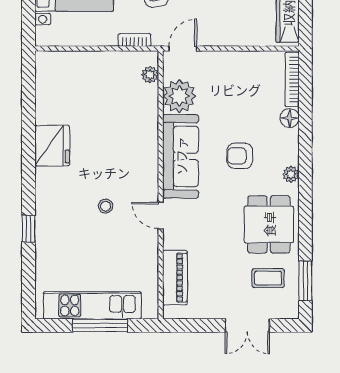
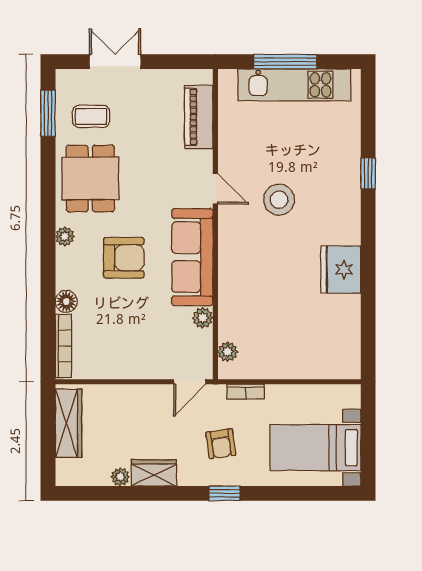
plant: (179, 96) -> (203, 318), width x0.53, depth x0.53
armchair: (240, 156) -> (124, 258), width x1.38, depth x1.38
stool: (106, 206) -> (279, 200), width x1.89, depth x1.89

